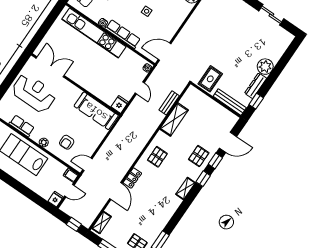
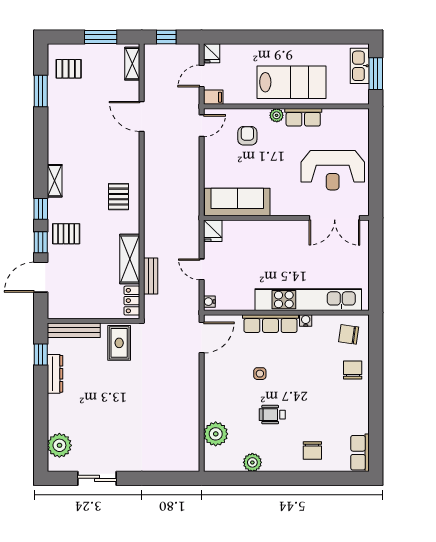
plant: (265, 67) -> (59, 445), moved
row of seats: (22, 126) -> (303, 117), moved
pallet: (199, 156) -> (66, 234), turned 90
locker: (132, 178) -> (132, 301), moved

